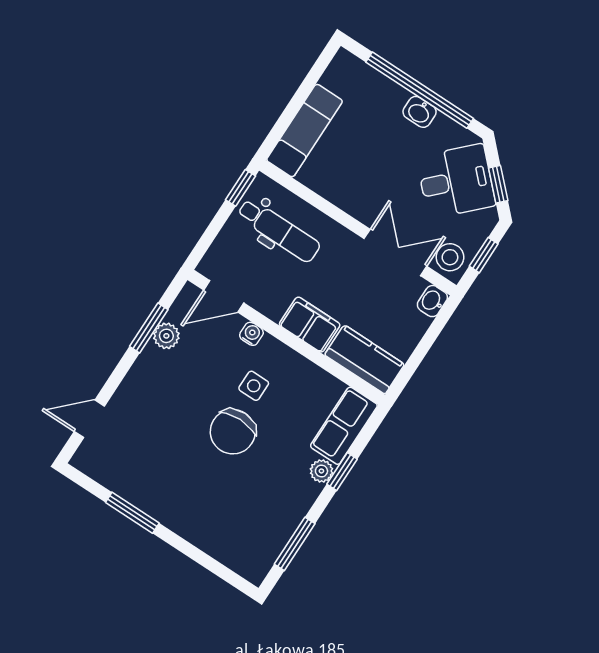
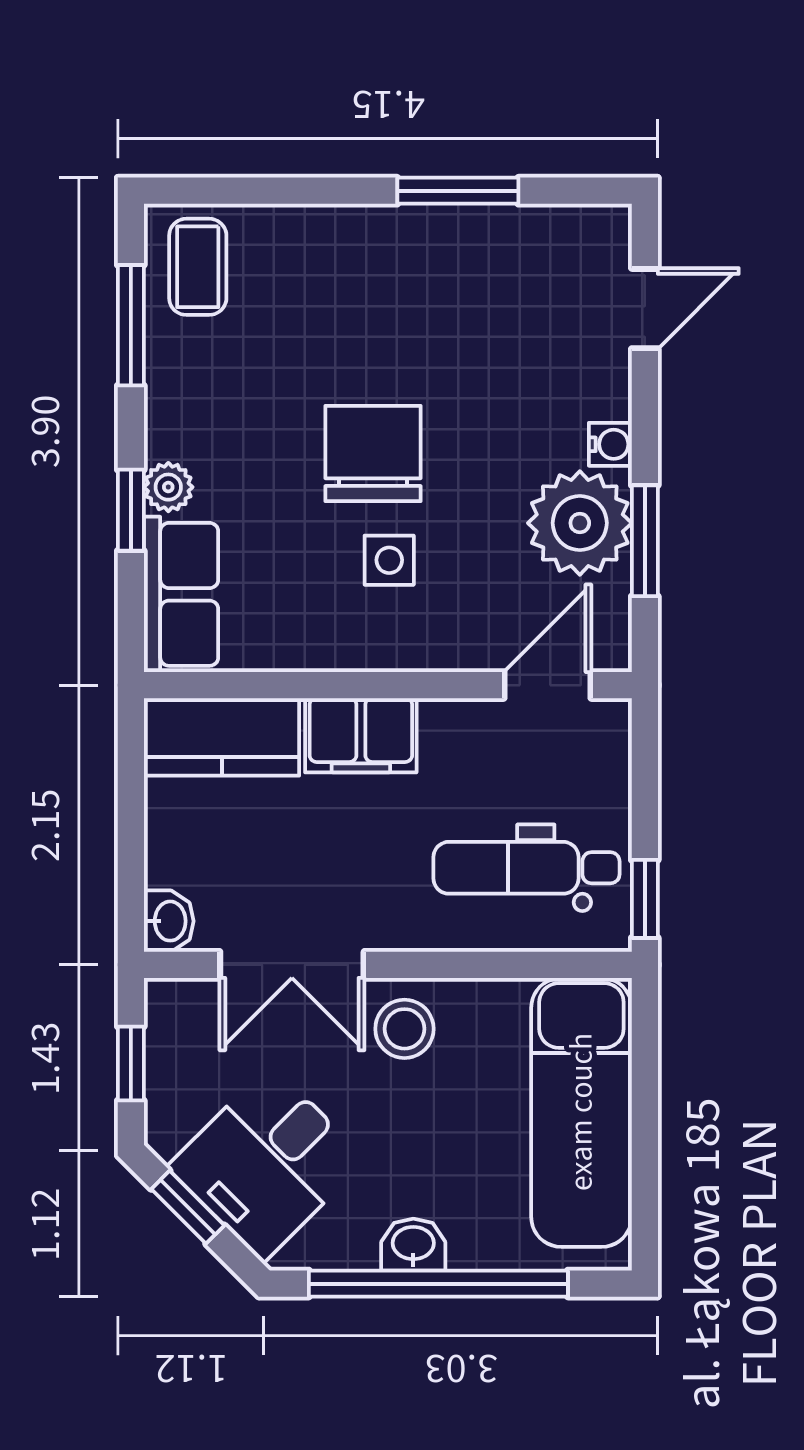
exam couch: (305, 131) -> (581, 1112), width x1.36, depth x1.45
stool: (450, 257) -> (404, 1029), moved
water cooler: (251, 334) -> (610, 444), moved, turned -90
plant: (166, 336) -> (580, 523), width x1.87, depth x1.87
coffee table: (254, 550) -> (198, 267), added

